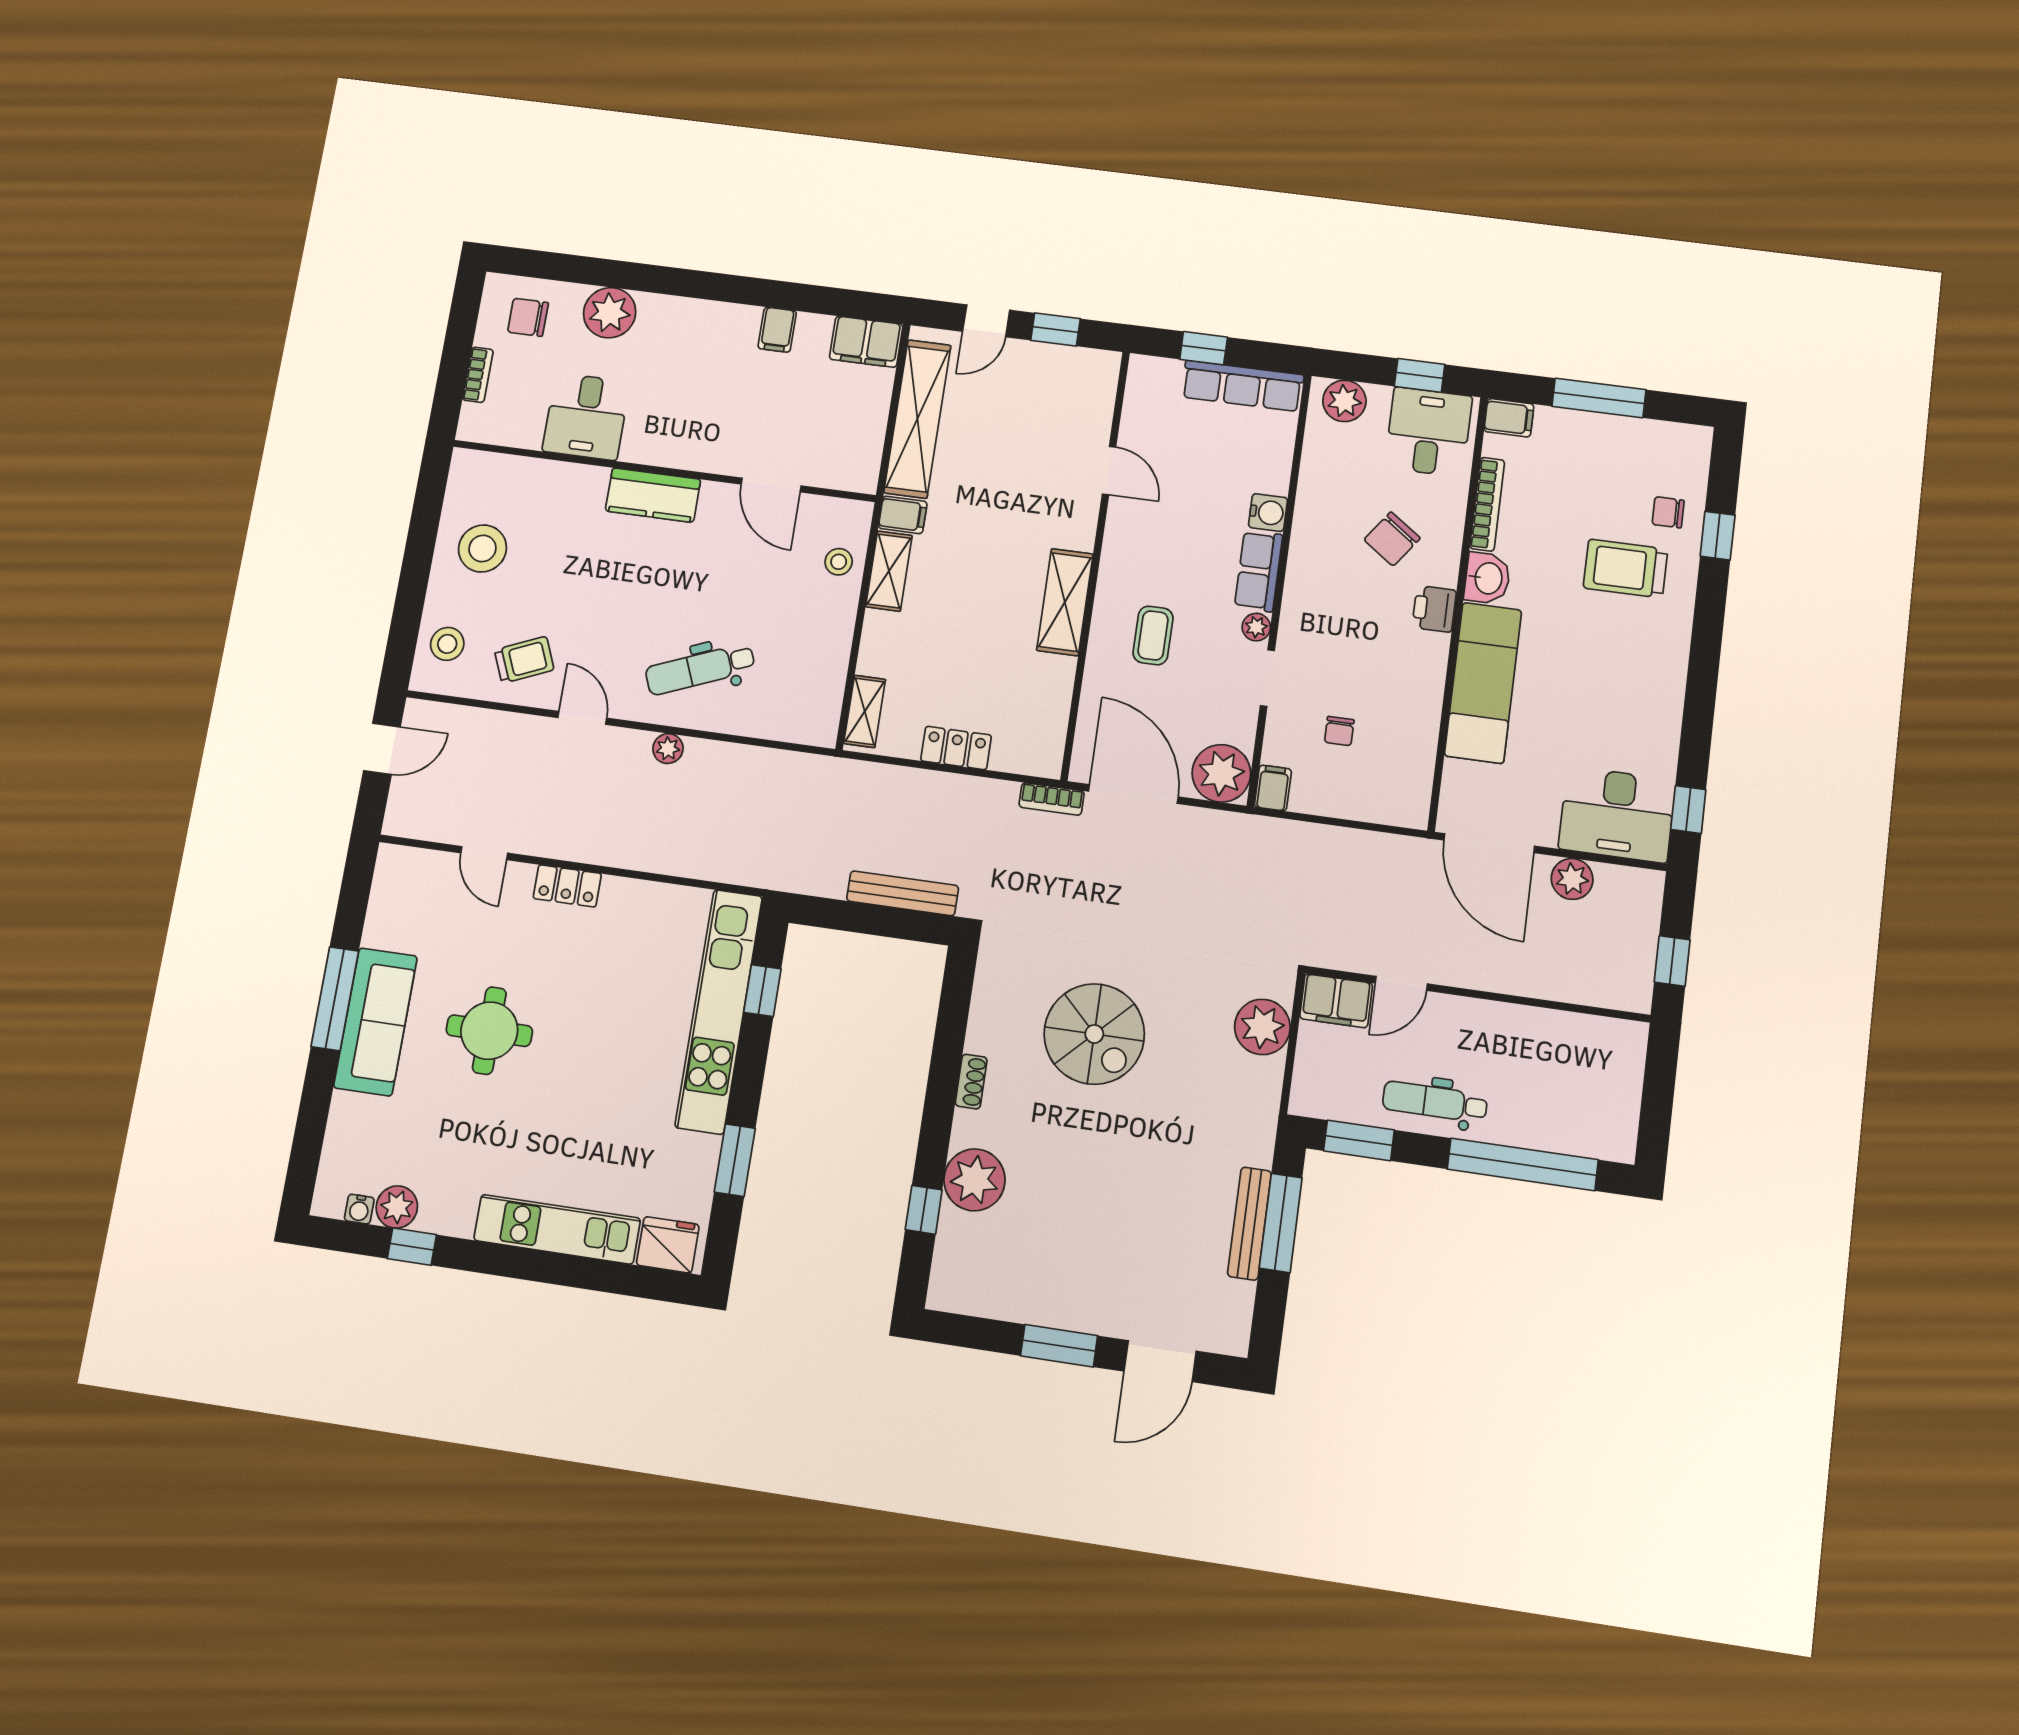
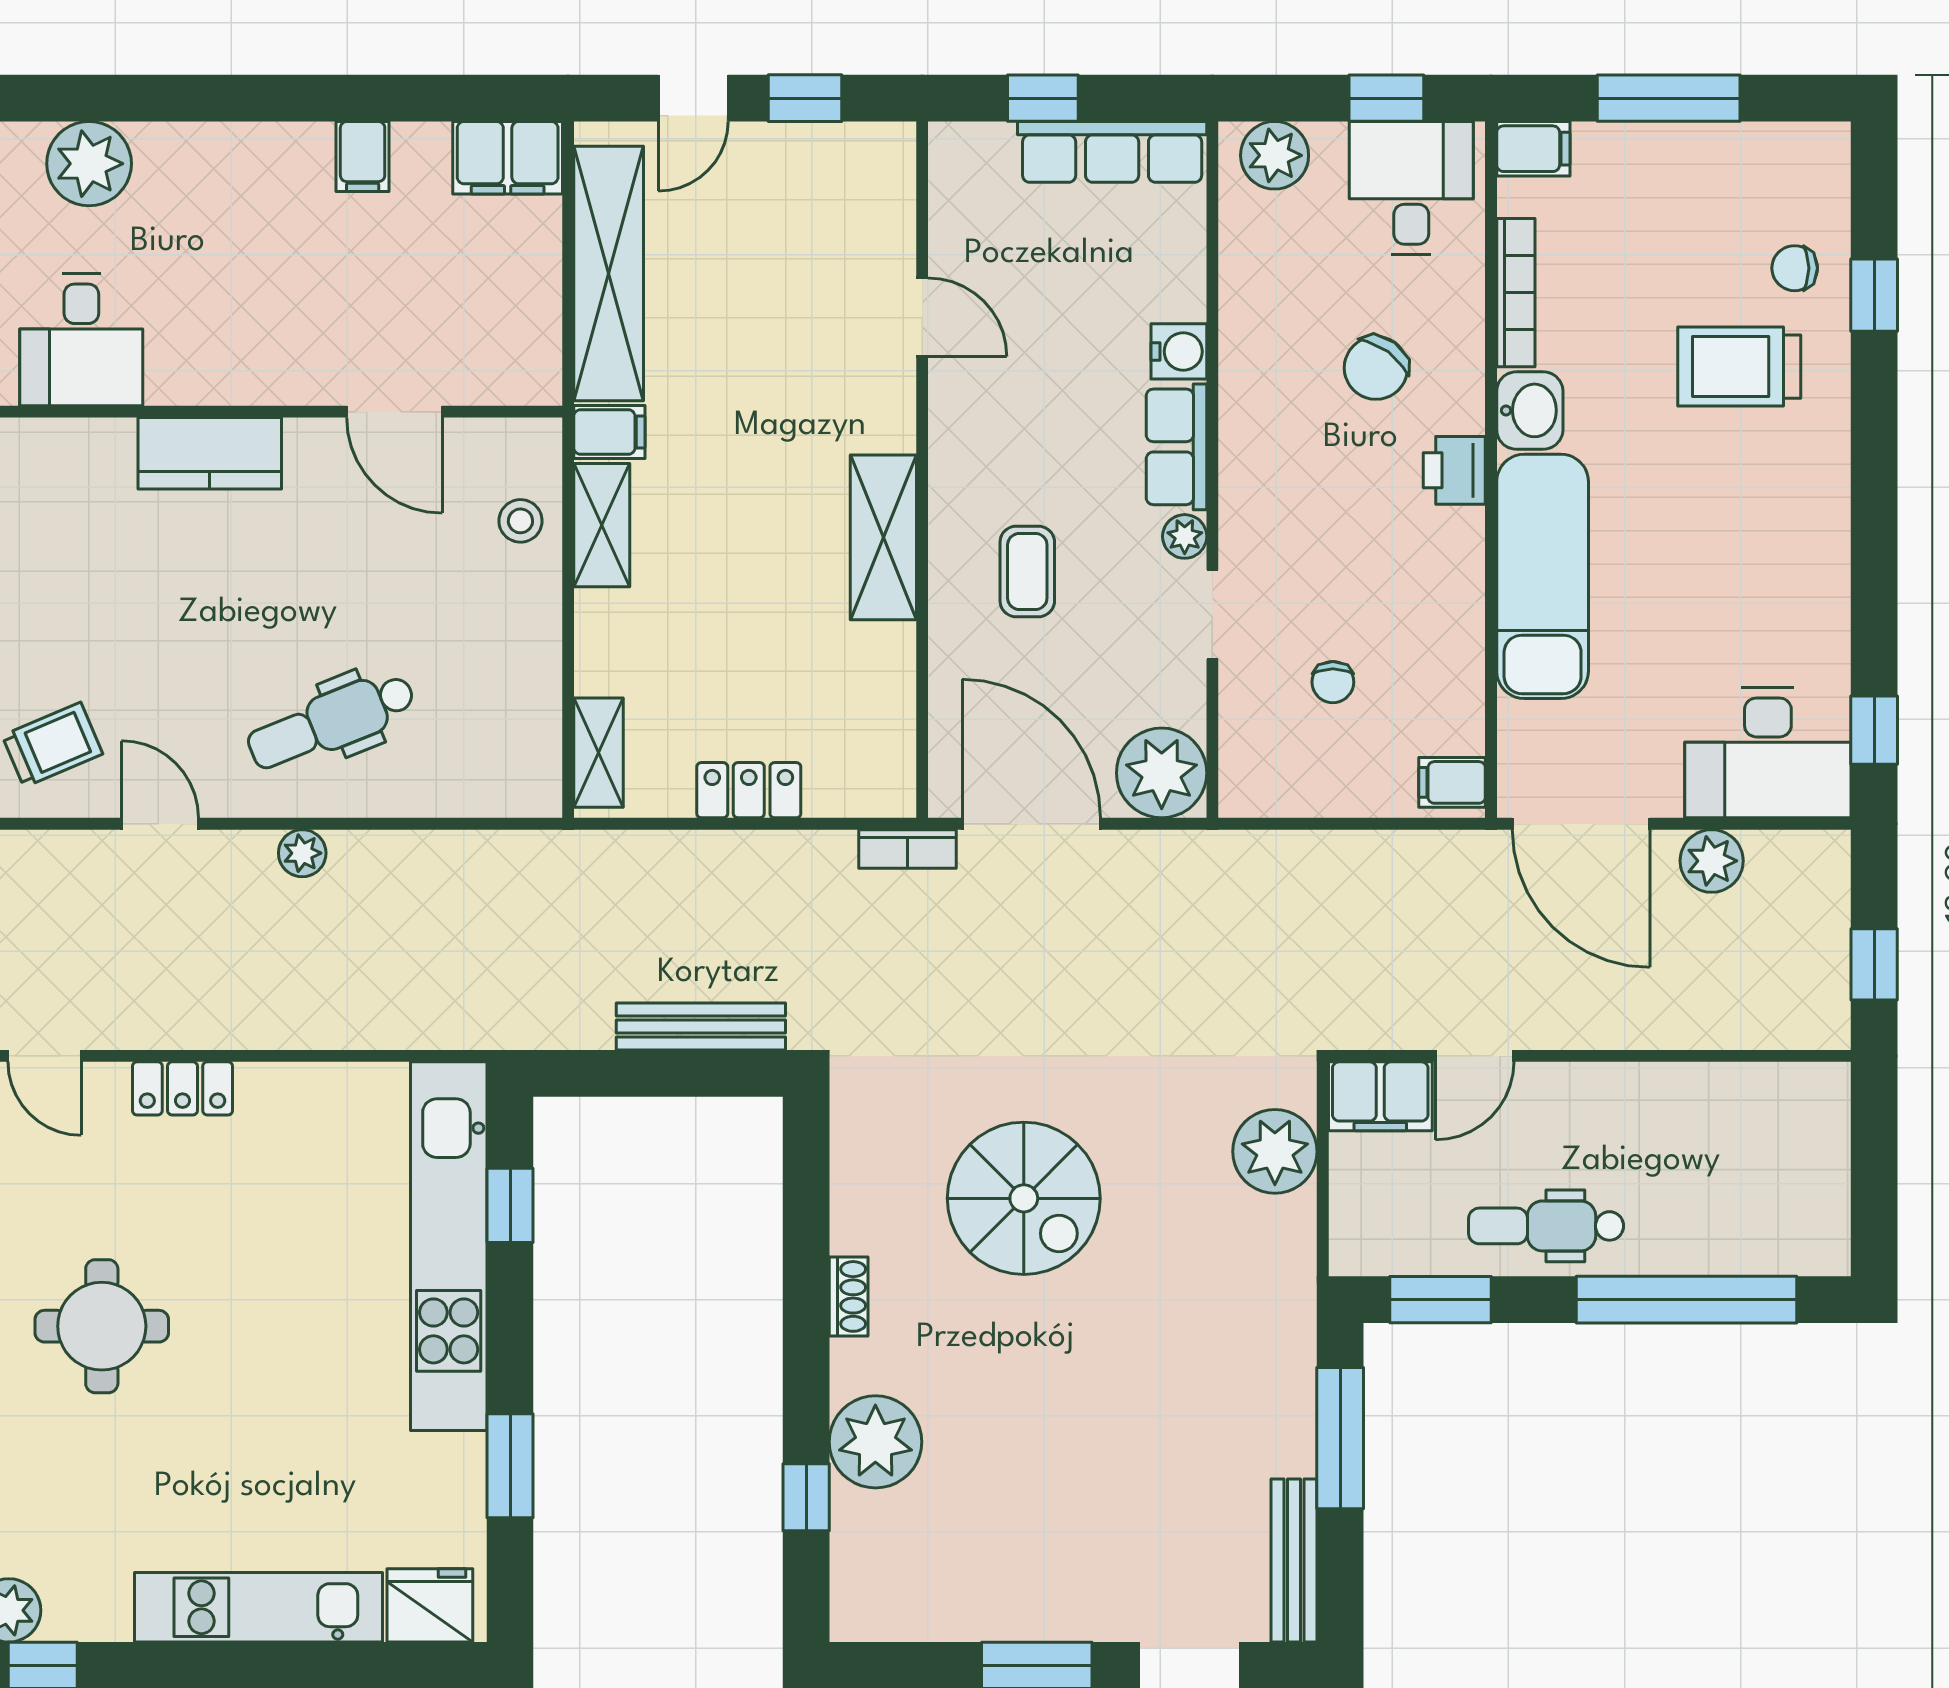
filing cabinet: (1273, 788) -> (1452, 782), moved, turned -90
bench: (1249, 1224) -> (1294, 1560), moved

